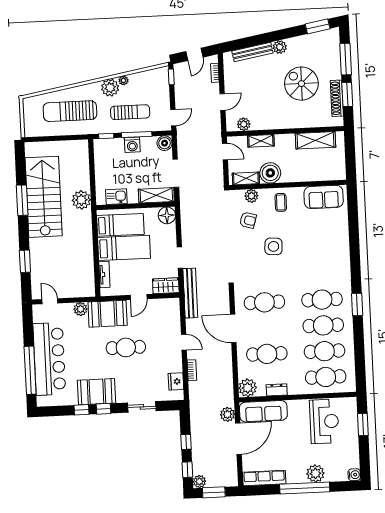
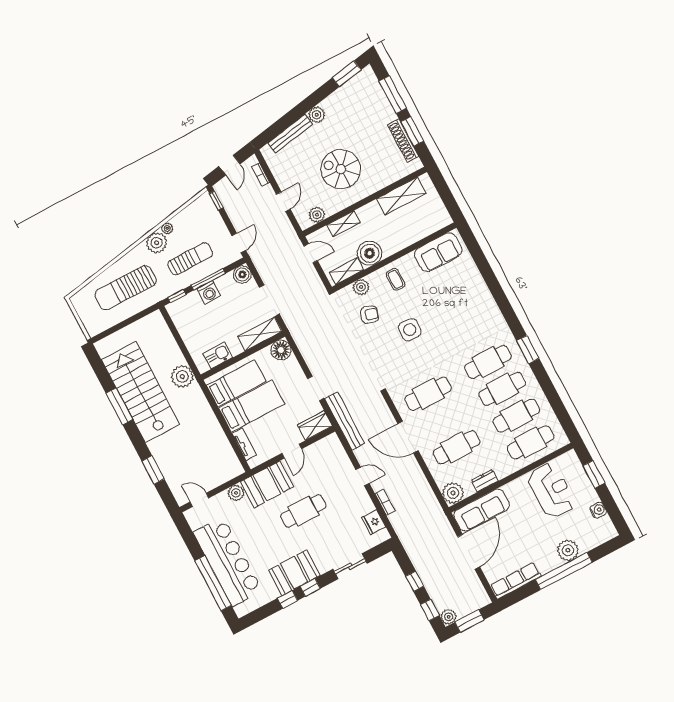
spiral stairs: (301, 84) -> (341, 169), moved
plant: (227, 414) -> (445, 531), removed
water cooler: (354, 475) -> (598, 510), moved

